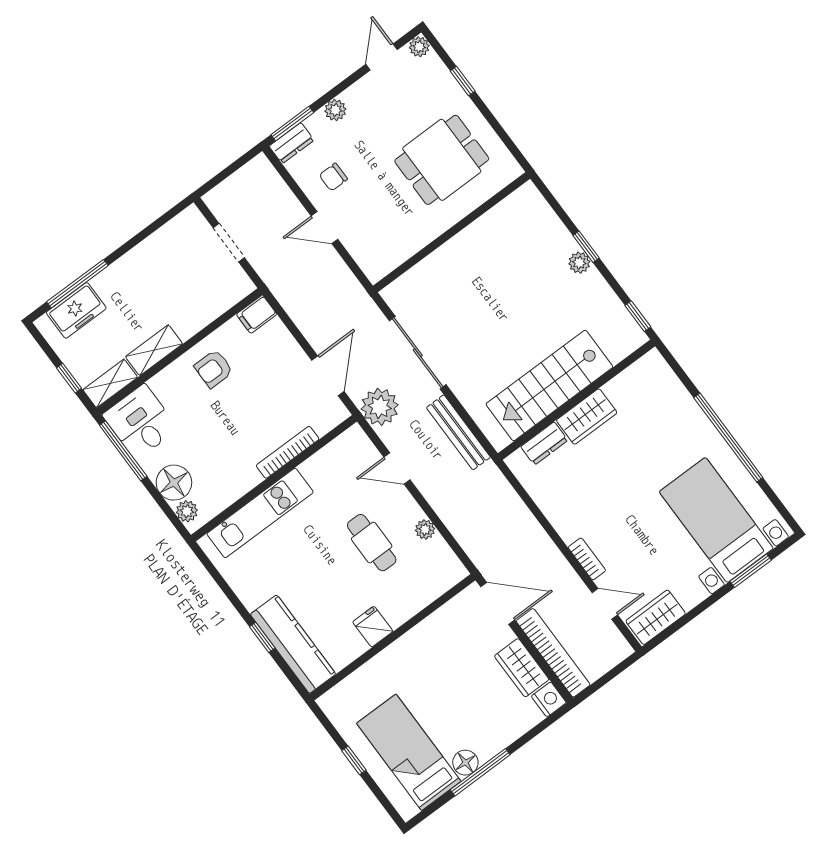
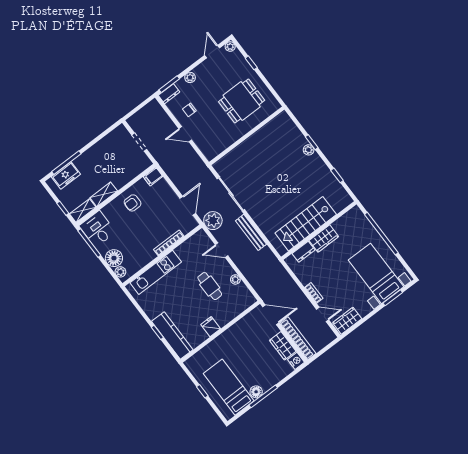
stairs: (549, 386) -> (306, 224), moved
wall: (576, 400) -> (319, 230), moved
wardrobe: (587, 417) -> (324, 239), moved
dresser: (544, 443) -> (304, 252), moved

